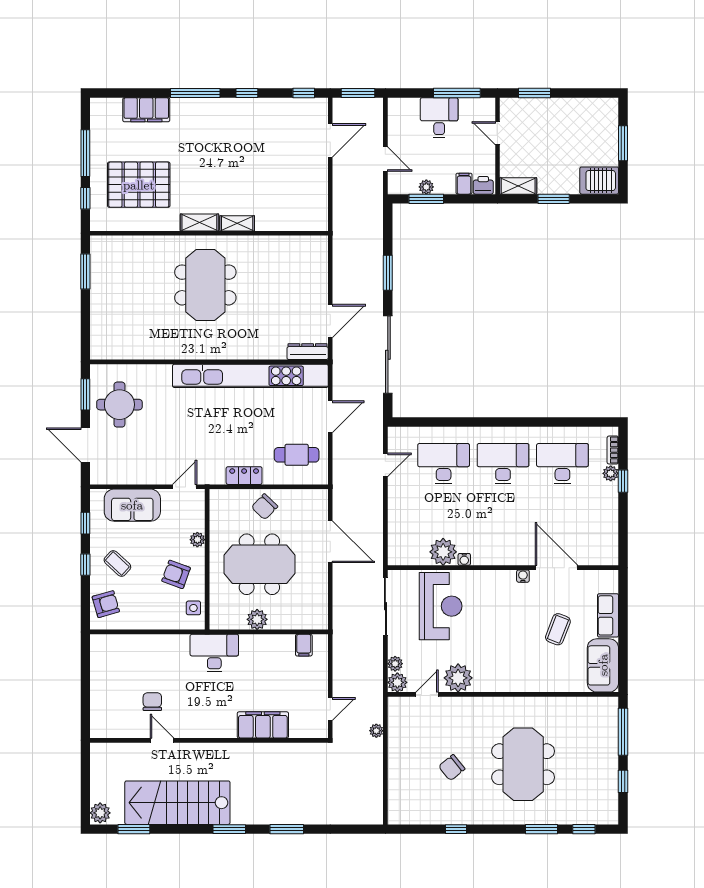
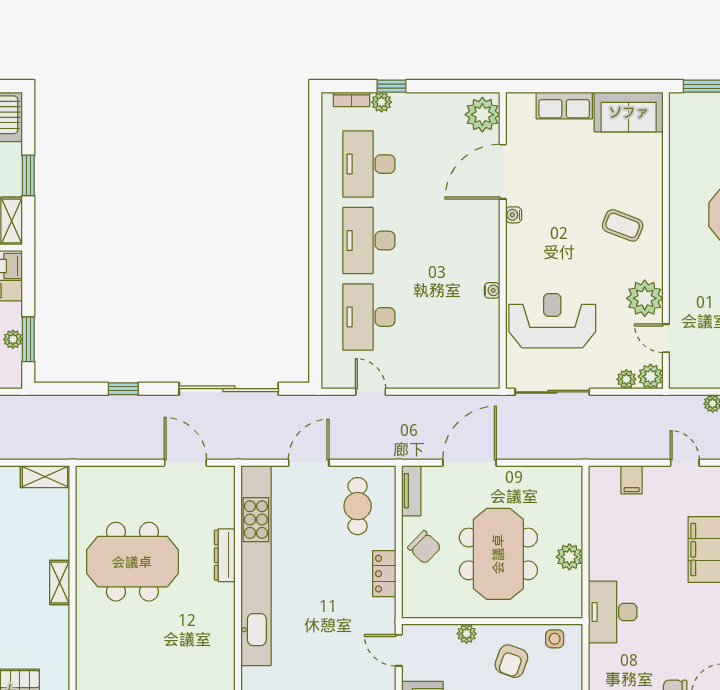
shelving: (199, 222) -> (45, 477), moved, turned 90
window: (388, 273) -> (123, 389), width x0.67
meeting table: (205, 285) -> (132, 562), moved
dresser: (308, 352) -> (225, 555), moved
door: (330, 417) -> (309, 463), hinge flipped
tv unit: (309, 496) -> (411, 491), added
plant: (443, 552) -> (482, 115), moved
coffee table: (558, 629) -> (623, 225), moved
filing cabinet: (304, 645) -> (632, 480), moved, turned 90

